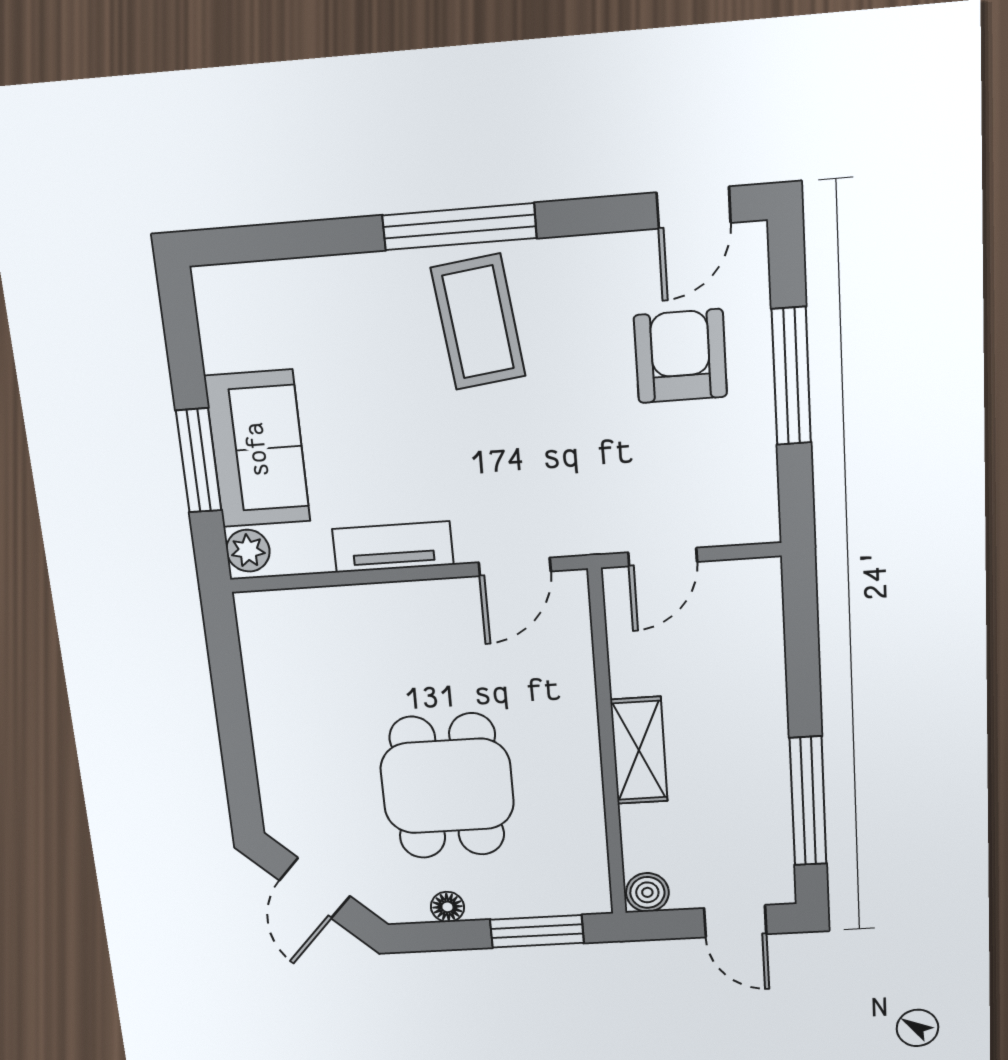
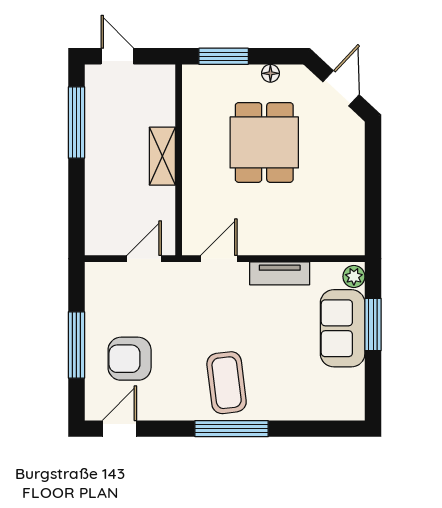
armchair: (680, 356) -> (130, 359), turned 90
boiler: (647, 892) -> (163, 76), removed

